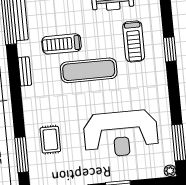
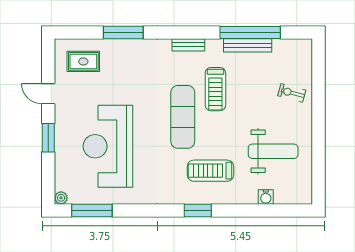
treadmill: (62, 44) -> (215, 89), turned 180
rug: (50, 140) -> (83, 61), moved
window: (22, 155) -> (123, 32), moved

